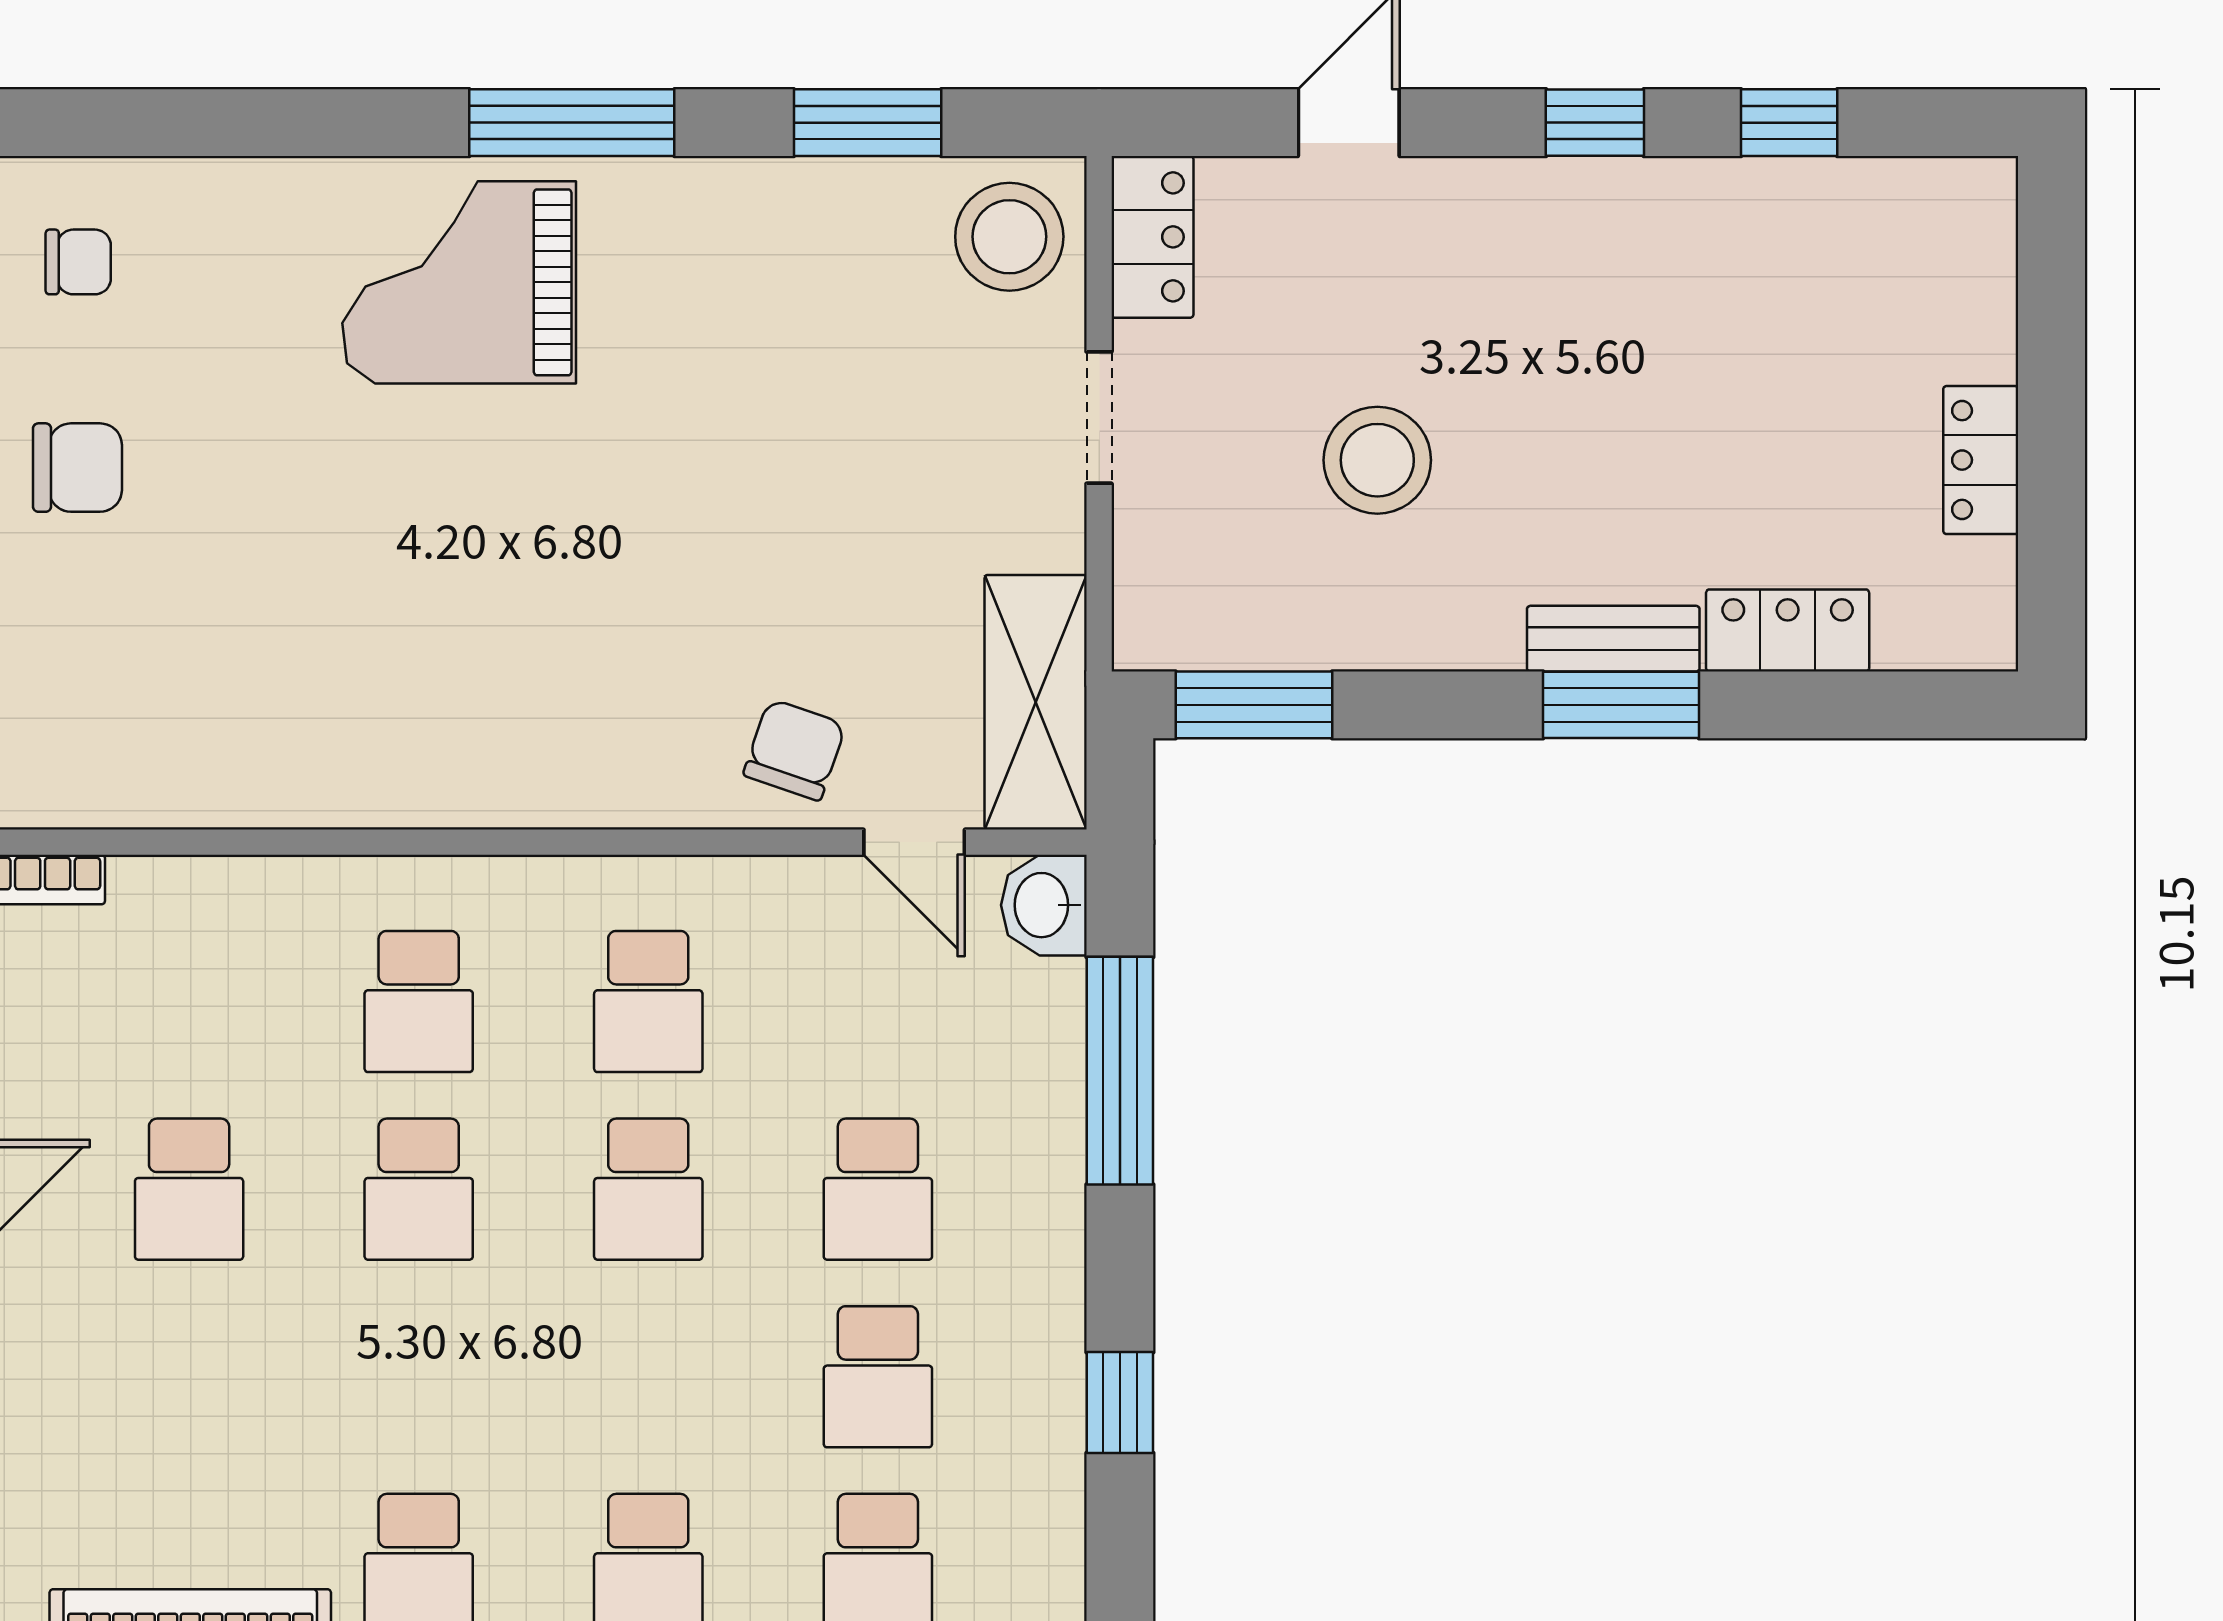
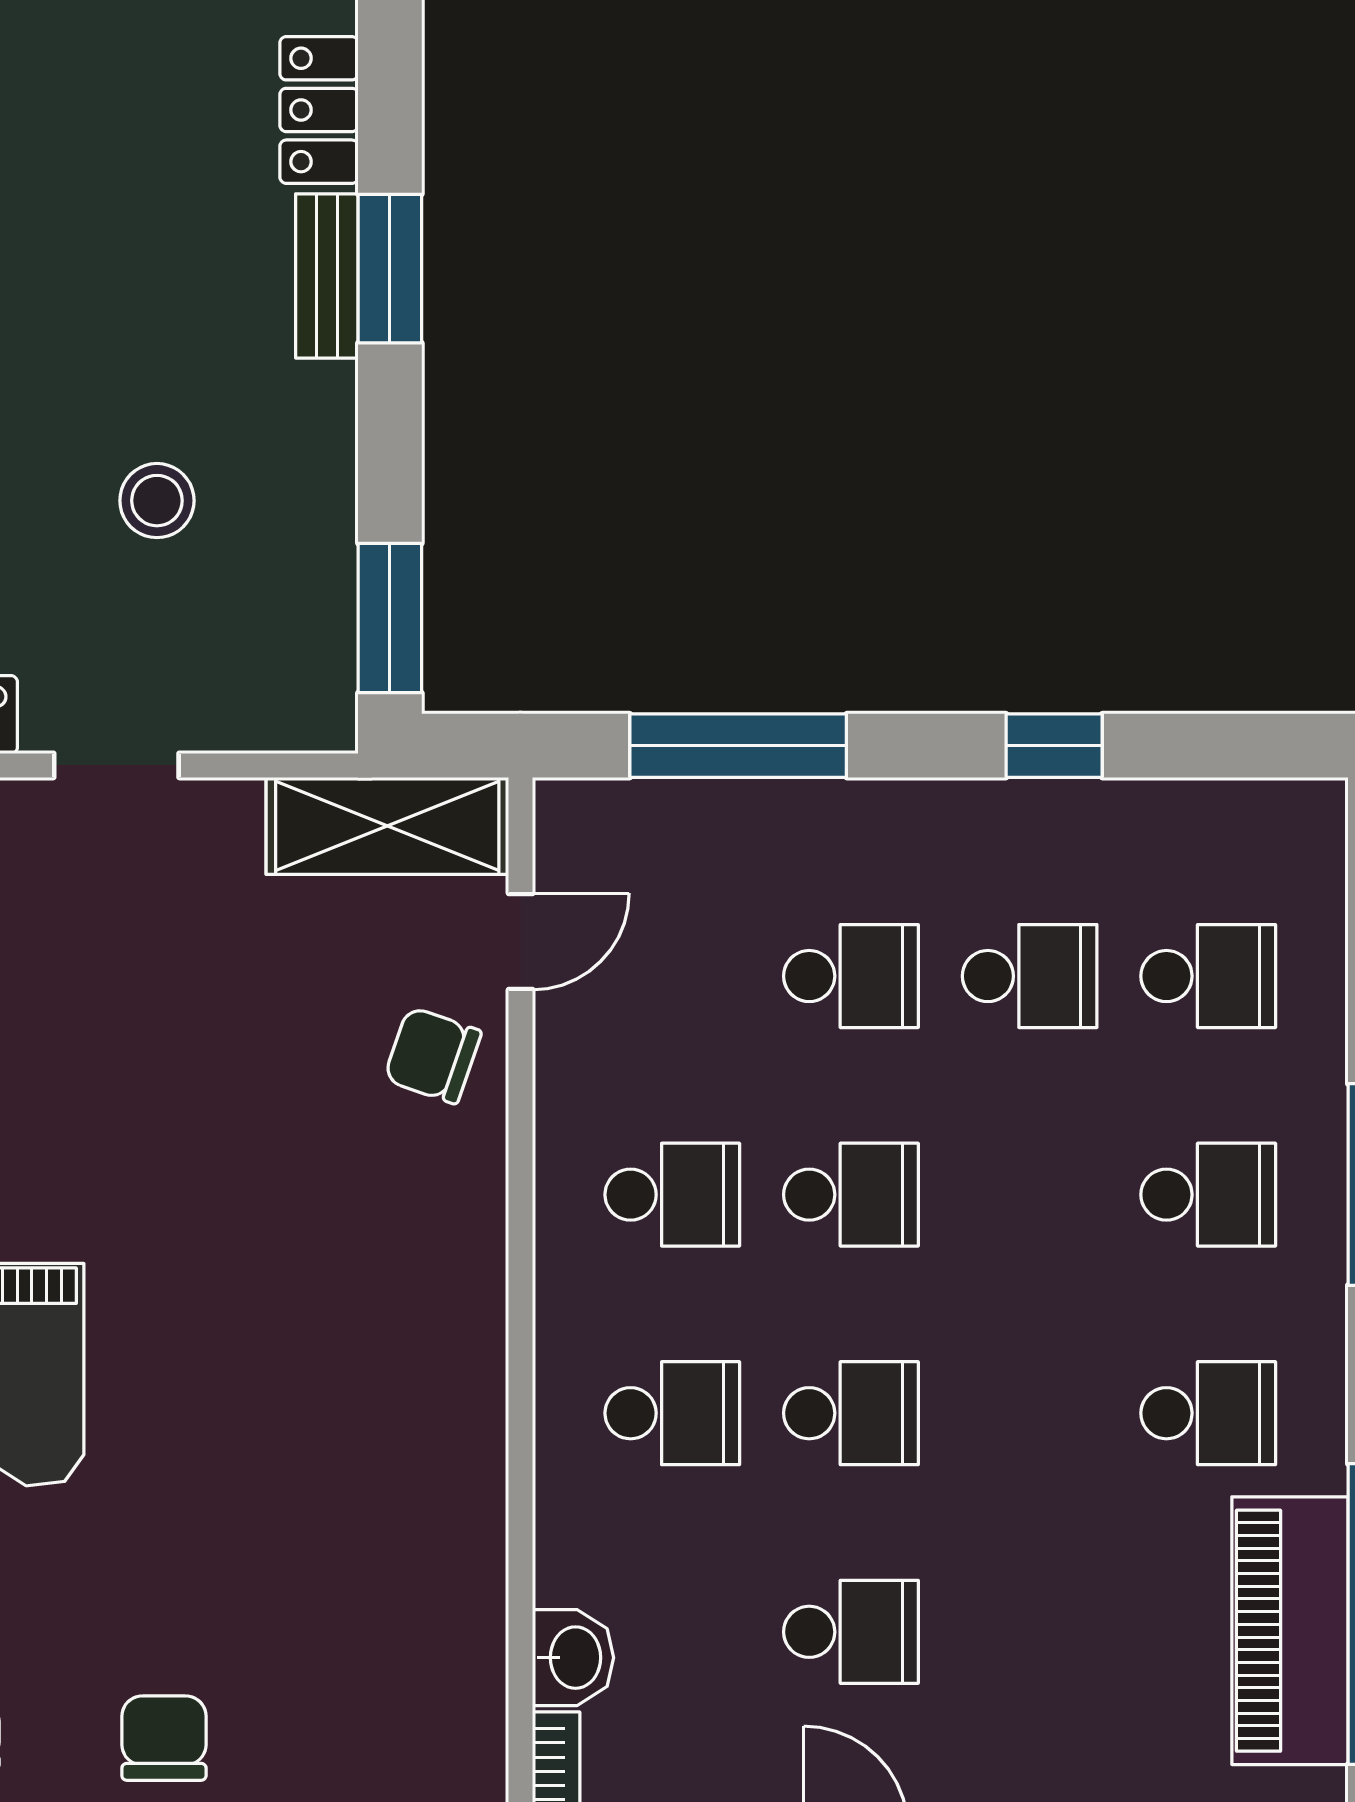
stool: (1377, 460) -> (157, 501), width x0.73, depth x0.73
washbasin: (1044, 905) -> (573, 1658), moved, turned -90

